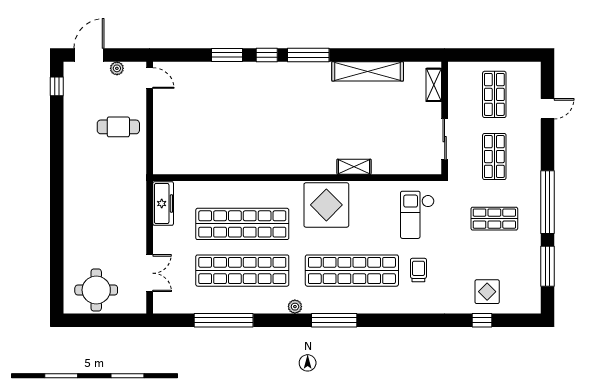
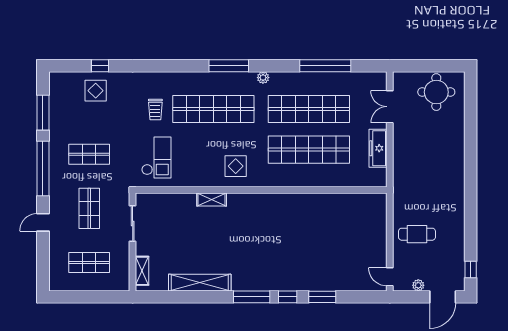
shop shelf: (494, 94) -> (89, 263), turned 90
door: (547, 109) -> (43, 222), moved
freezer: (163, 204) -> (378, 148), moved
display table: (326, 205) -> (236, 166), width x0.54, depth x0.54

